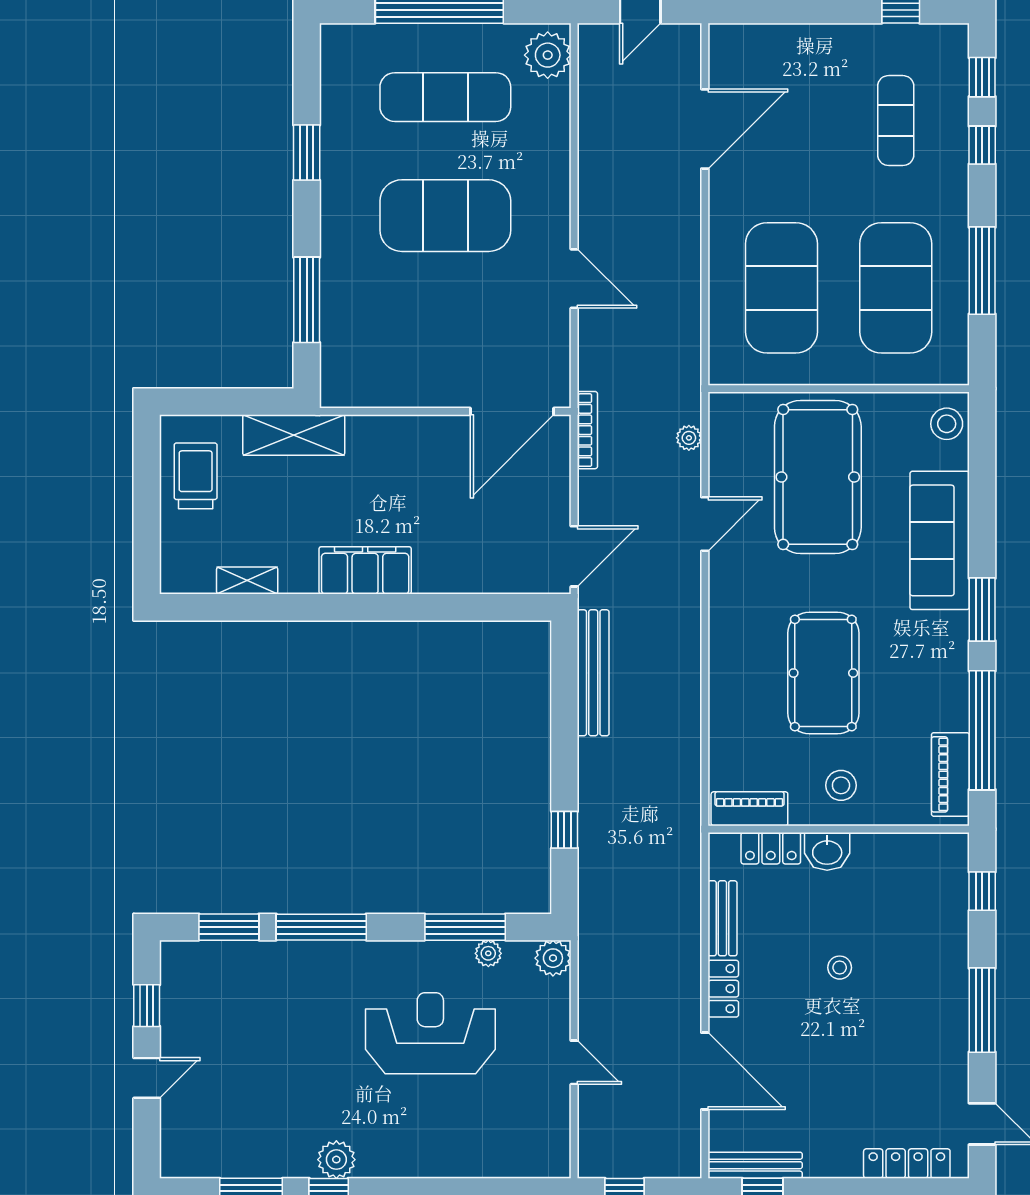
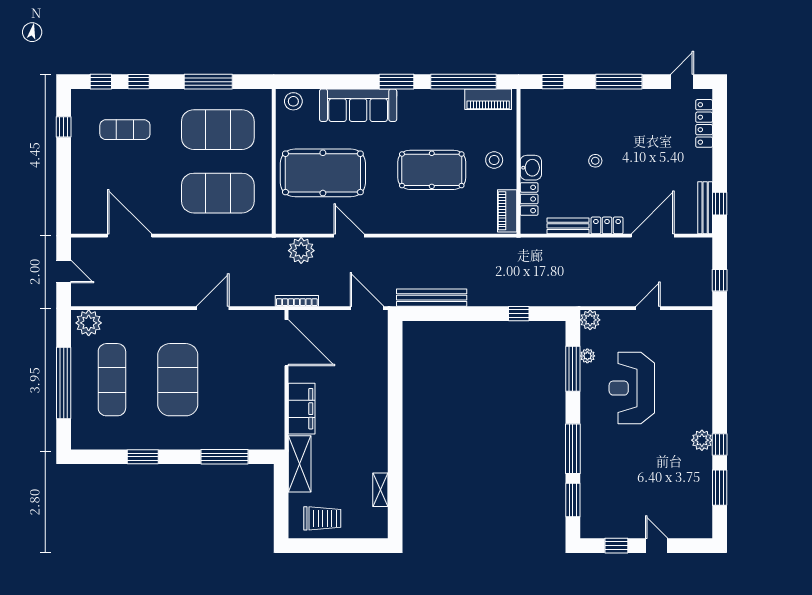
plant: (689, 438) -> (301, 251), width x1.87, depth x1.87
trolley: (196, 476) -> (322, 518), turned 180
filing cabinet: (365, 570) -> (302, 409), moved, turned 180

